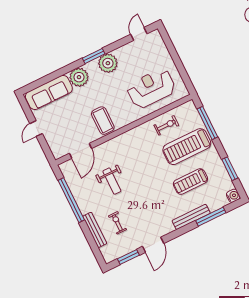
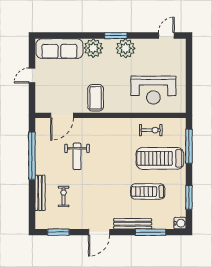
reception desk: (151, 88) -> (153, 90), turned 180
door: (153, 245) -> (99, 232), moved

